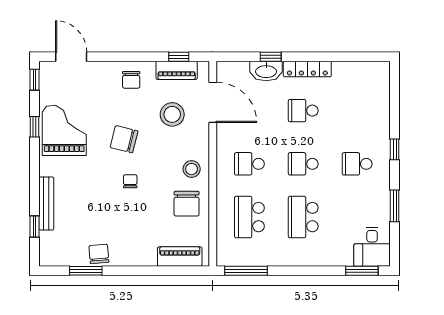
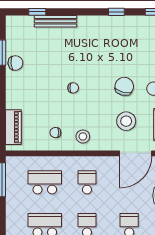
grand piano: (64, 130) -> (113, 35), removed
chair: (124, 139) -> (124, 86), moved
chair: (187, 204) -> (55, 133), width x0.54, depth x0.54

